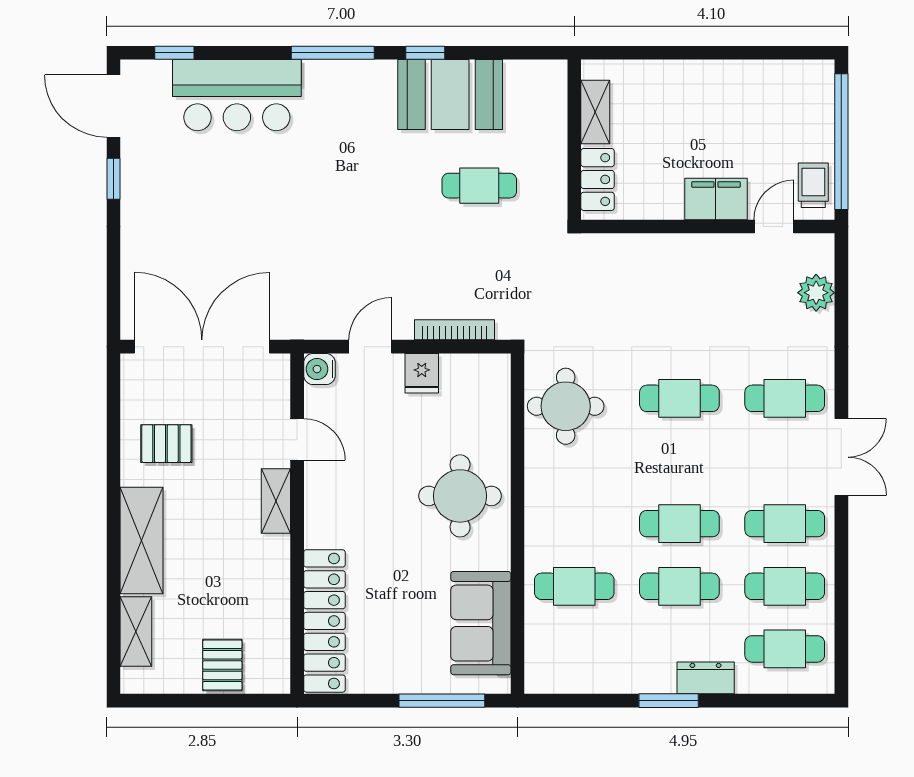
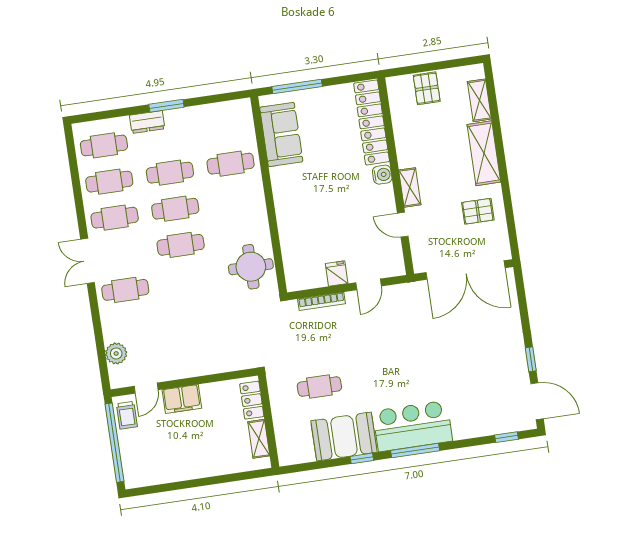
bar counter: (237, 95) -> (413, 426), moved
water cooler: (320, 369) -> (382, 175), moved
cafe table: (679, 398) -> (181, 245), moved
round table: (460, 496) -> (304, 206), removed

